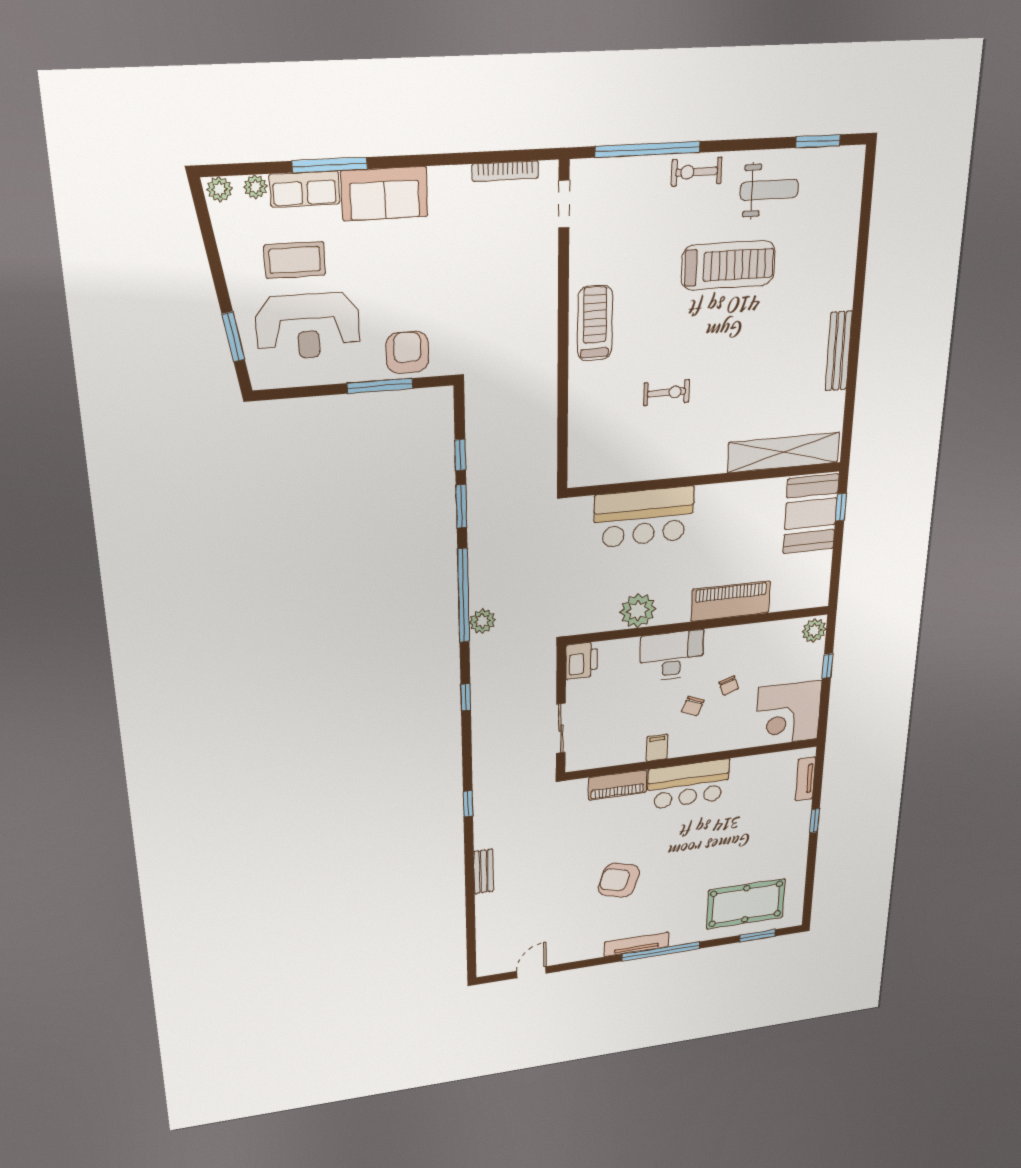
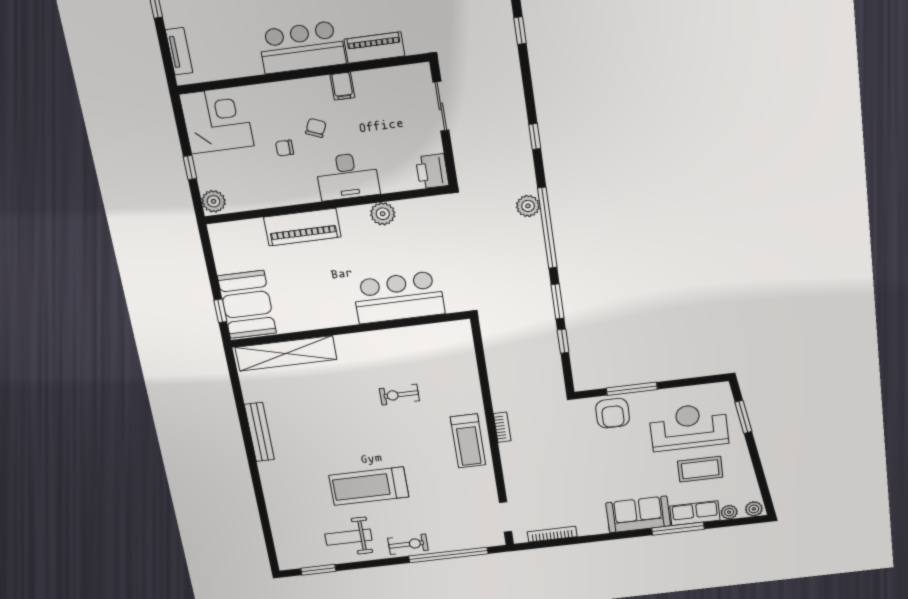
bookcase: (550, 340) -> (502, 427), added
plant: (638, 611) -> (383, 214), width x0.73, depth x0.73
chair: (729, 686) -> (285, 148), turned -71

